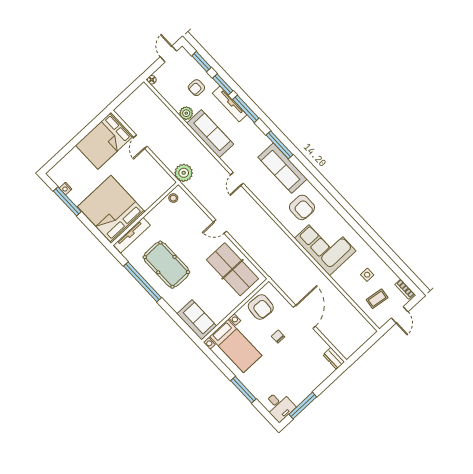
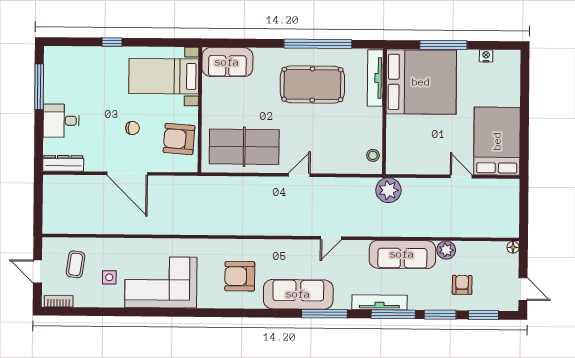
tv unit: (230, 104) -> (379, 302), moved
door: (237, 179) -> (331, 238), swing flipped
window: (67, 201) -> (443, 45), moved
corner sofa: (325, 245) -> (161, 282), moved, turned 180
dresser: (334, 358) -> (63, 163), width x1.44
window: (243, 390) -> (112, 42), width x0.46
desk: (279, 406) -> (61, 121), moved

